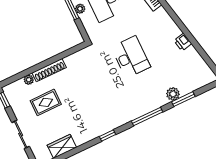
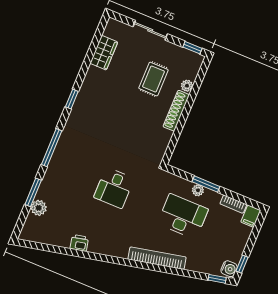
desk: (131, 57) -> (114, 188), width x0.73
plant: (173, 94) -> (39, 208), moved

